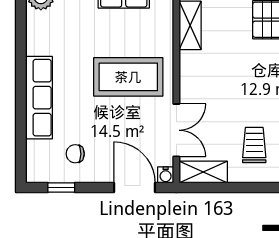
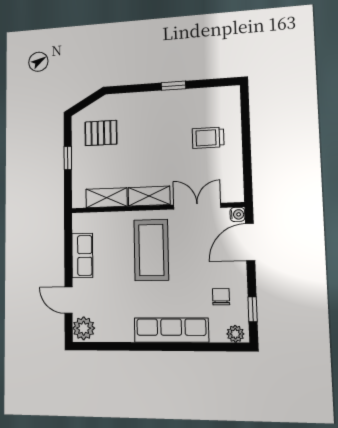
chair: (75, 154) -> (221, 297), turned 180
plant: (35, 168) -> (235, 334), added
shelving: (203, 172) -> (149, 196), moved, turned 90

